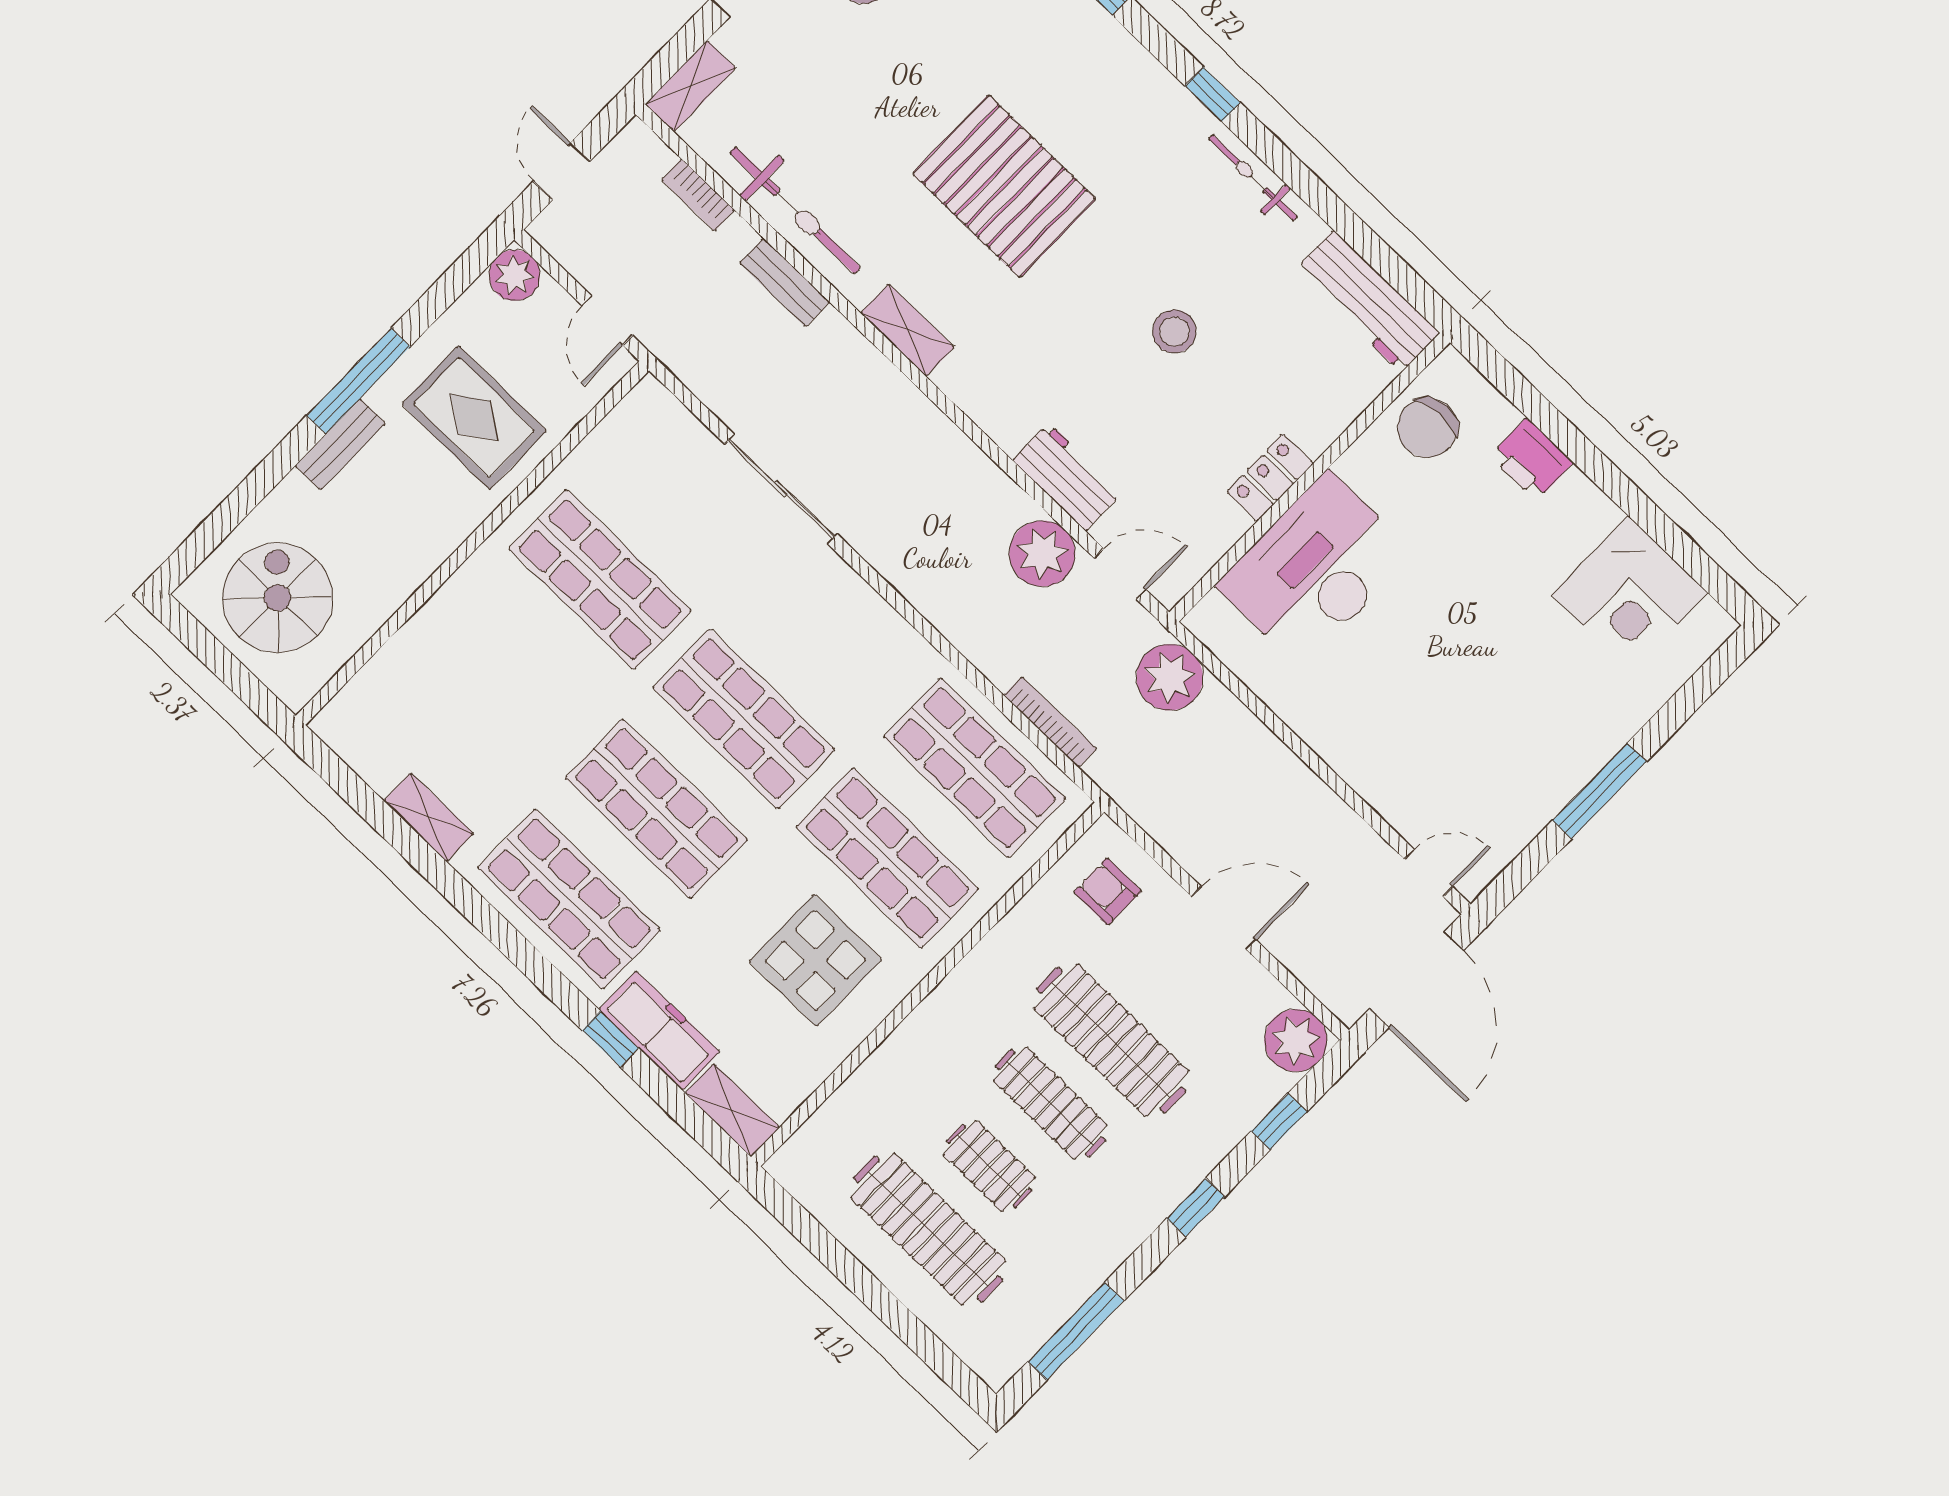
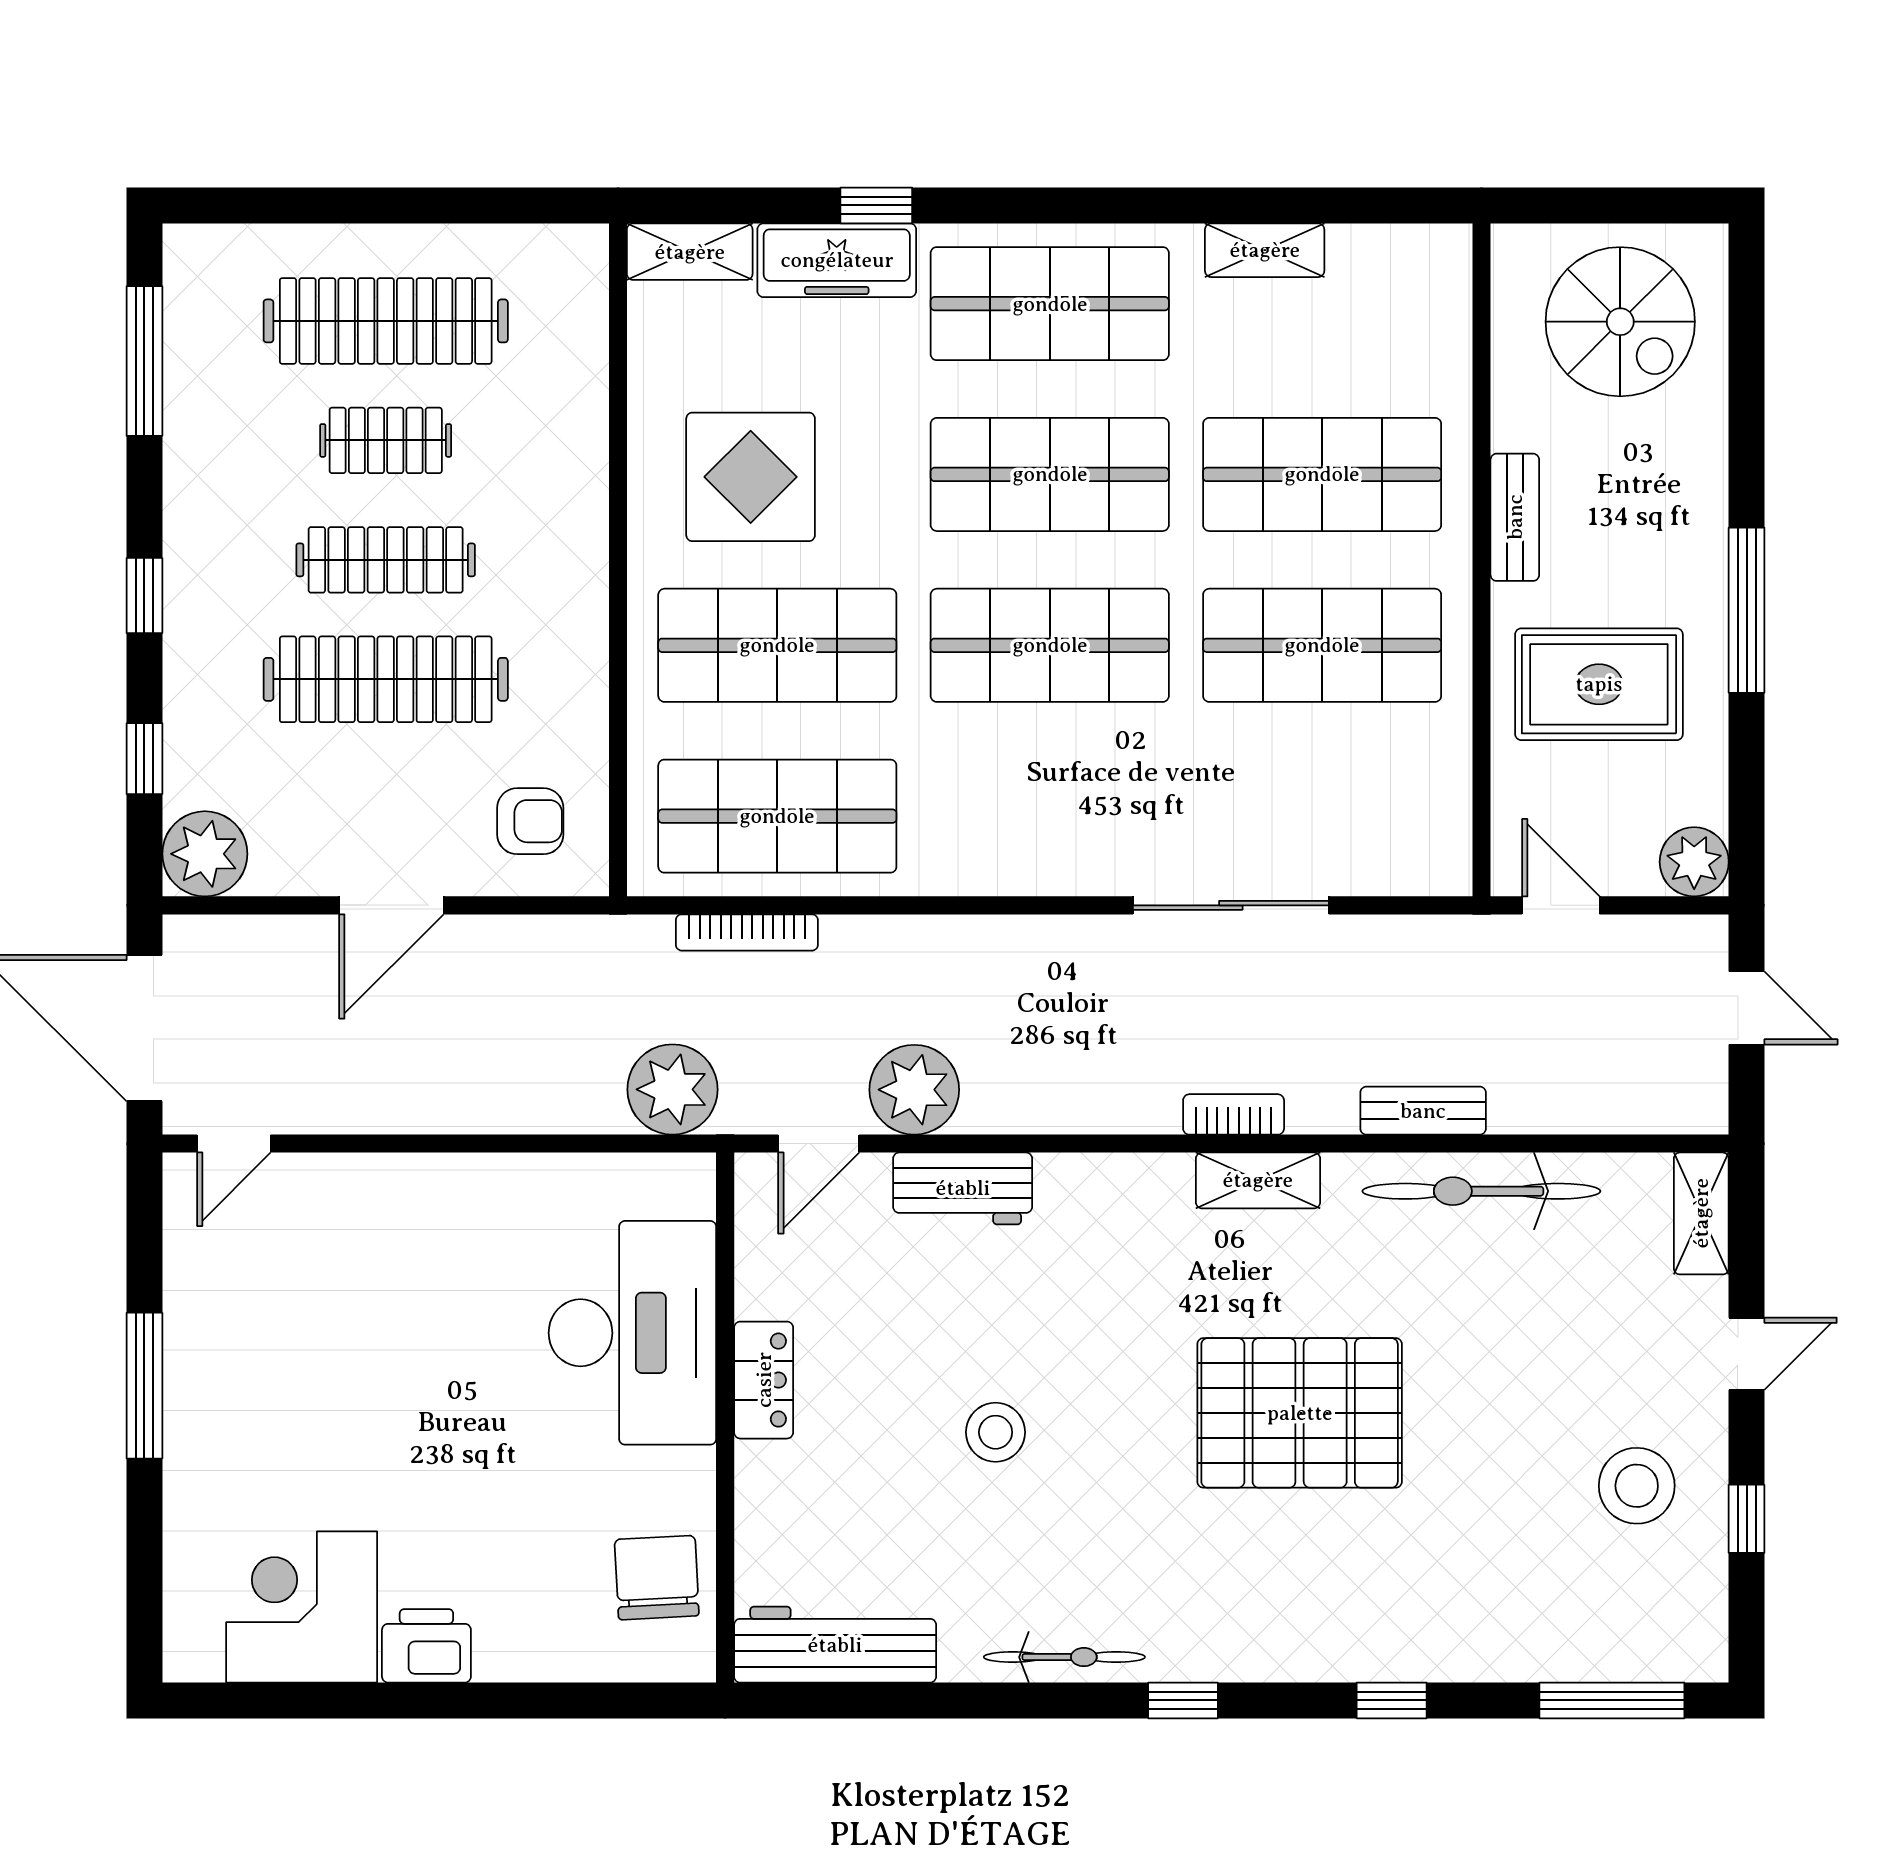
bookcase: (698, 195) -> (1234, 1114), moved
bench: (340, 444) -> (1515, 517), moved
printer: (1532, 459) -> (426, 1646), moved
shop shelf: (513, 670) -> (1322, 474), added

